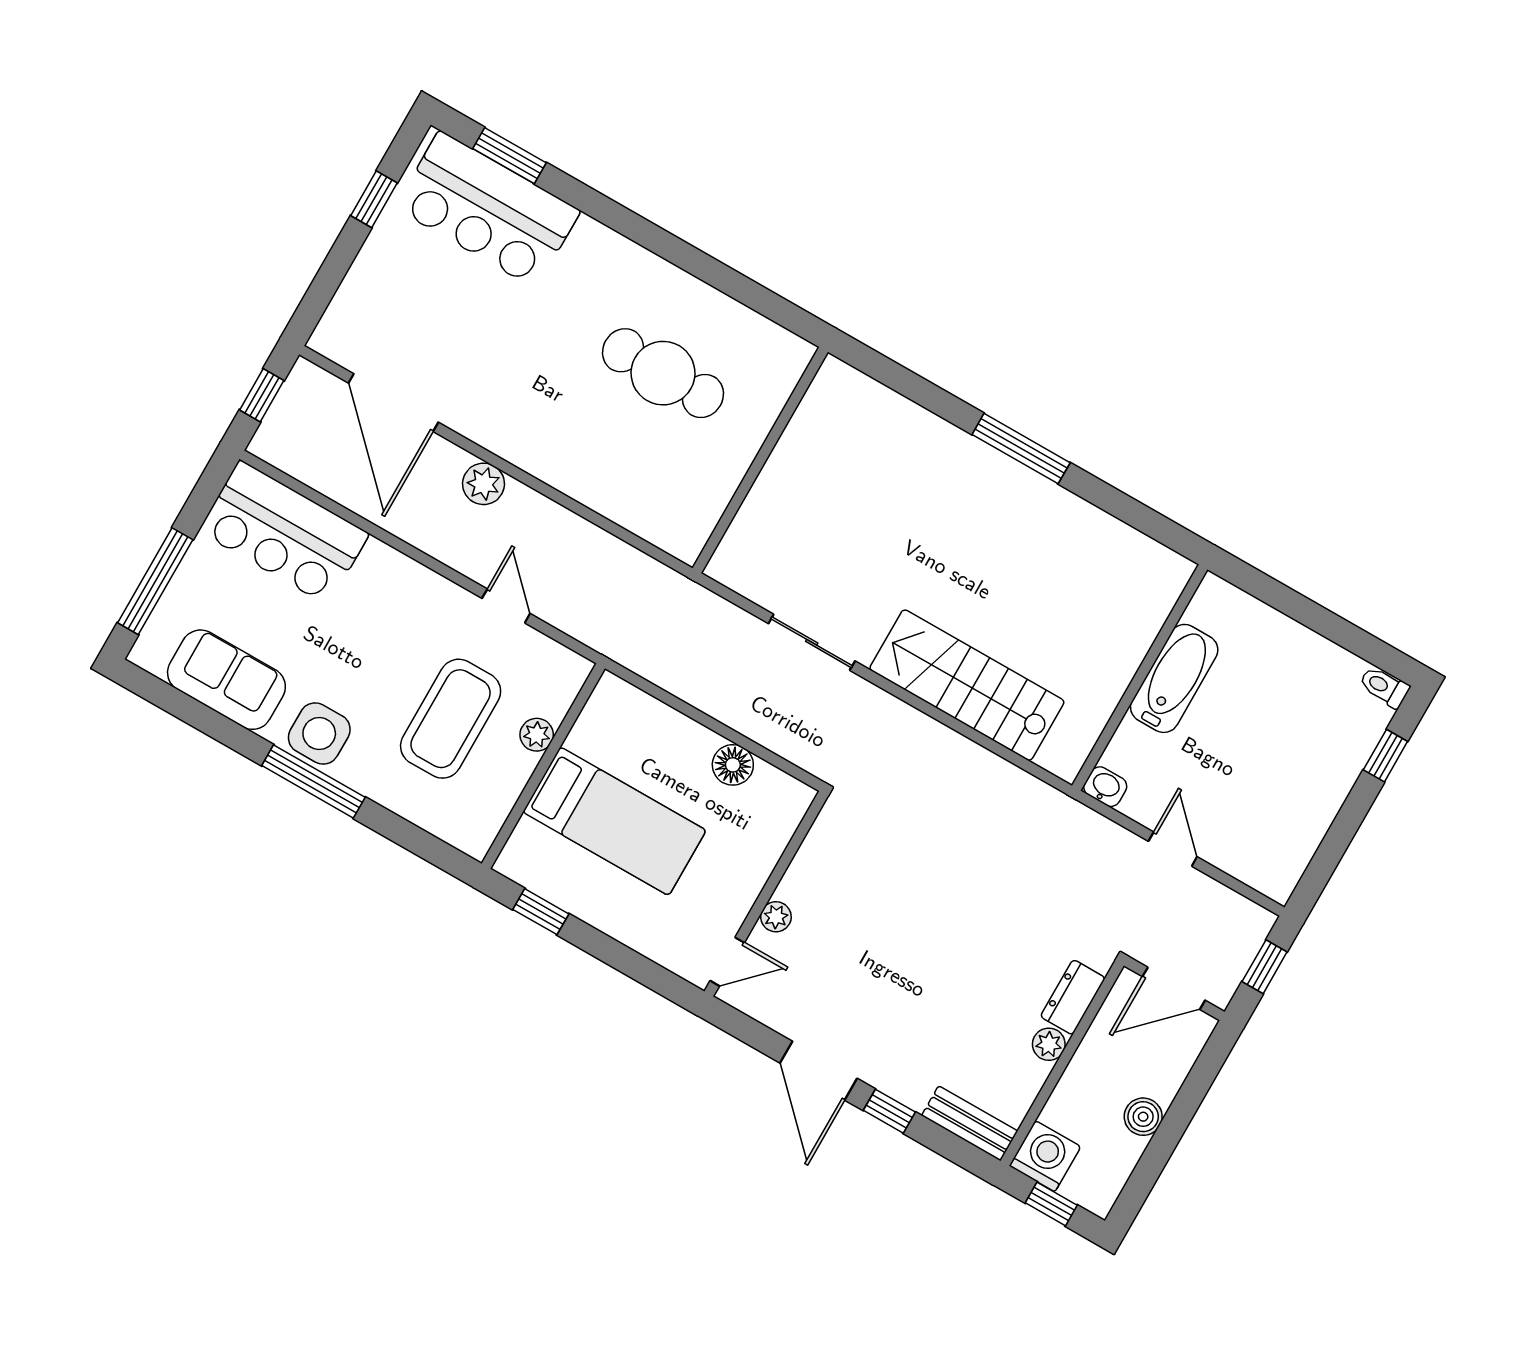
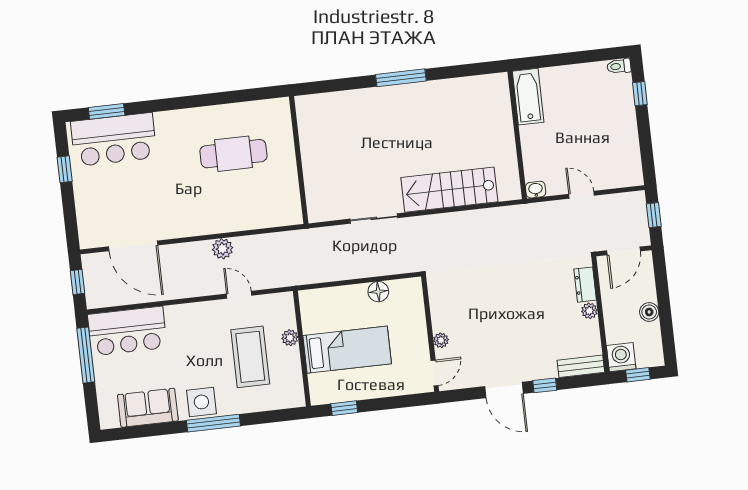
plant: (484, 484) -> (222, 249), moved
window: (155, 581) -> (86, 355), moved
bathtub: (1174, 678) -> (528, 97), moved

